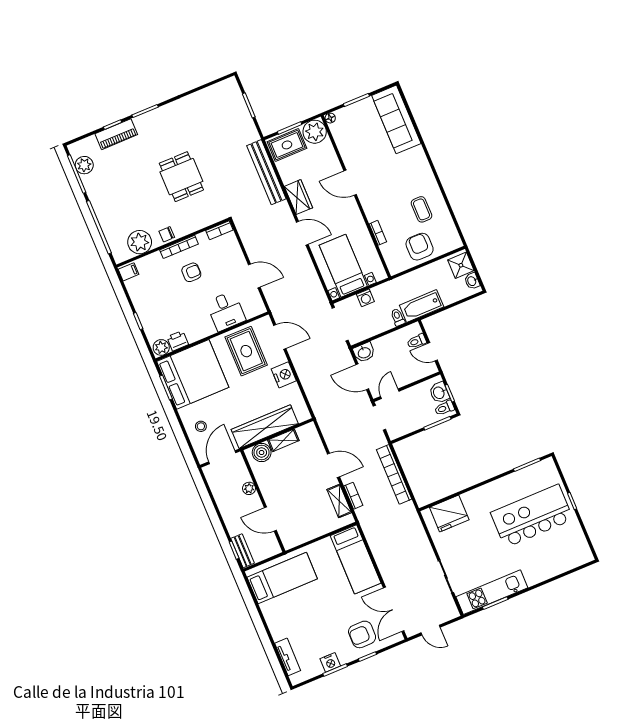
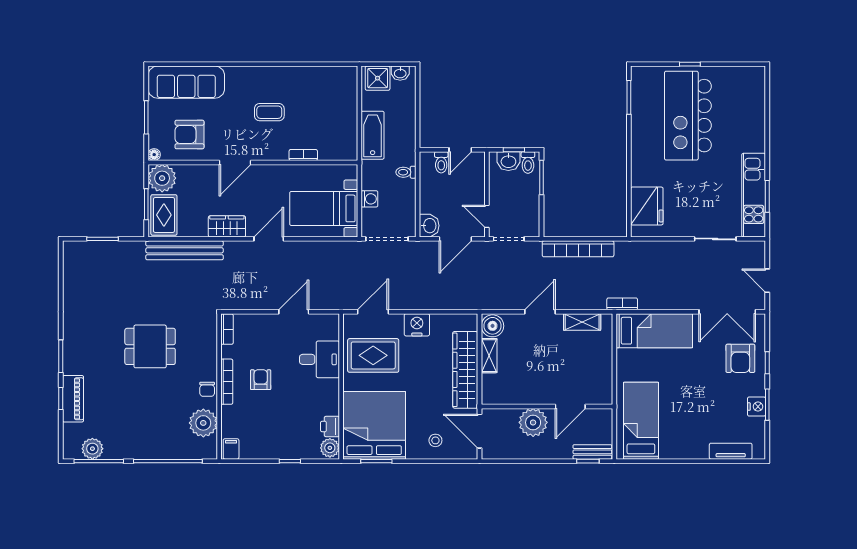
coffee table: (421, 209) -> (269, 112), moved
armchair: (420, 247) -> (189, 135), moved
bathtub: (422, 306) -> (373, 135), moved, turned 180
boiler: (262, 453) -> (493, 326), moved
plant: (249, 488) -> (533, 422), width x1.88, depth x1.88
bookcase: (353, 496) -> (622, 304), moved
door: (431, 630) -> (767, 281), swing flipped

